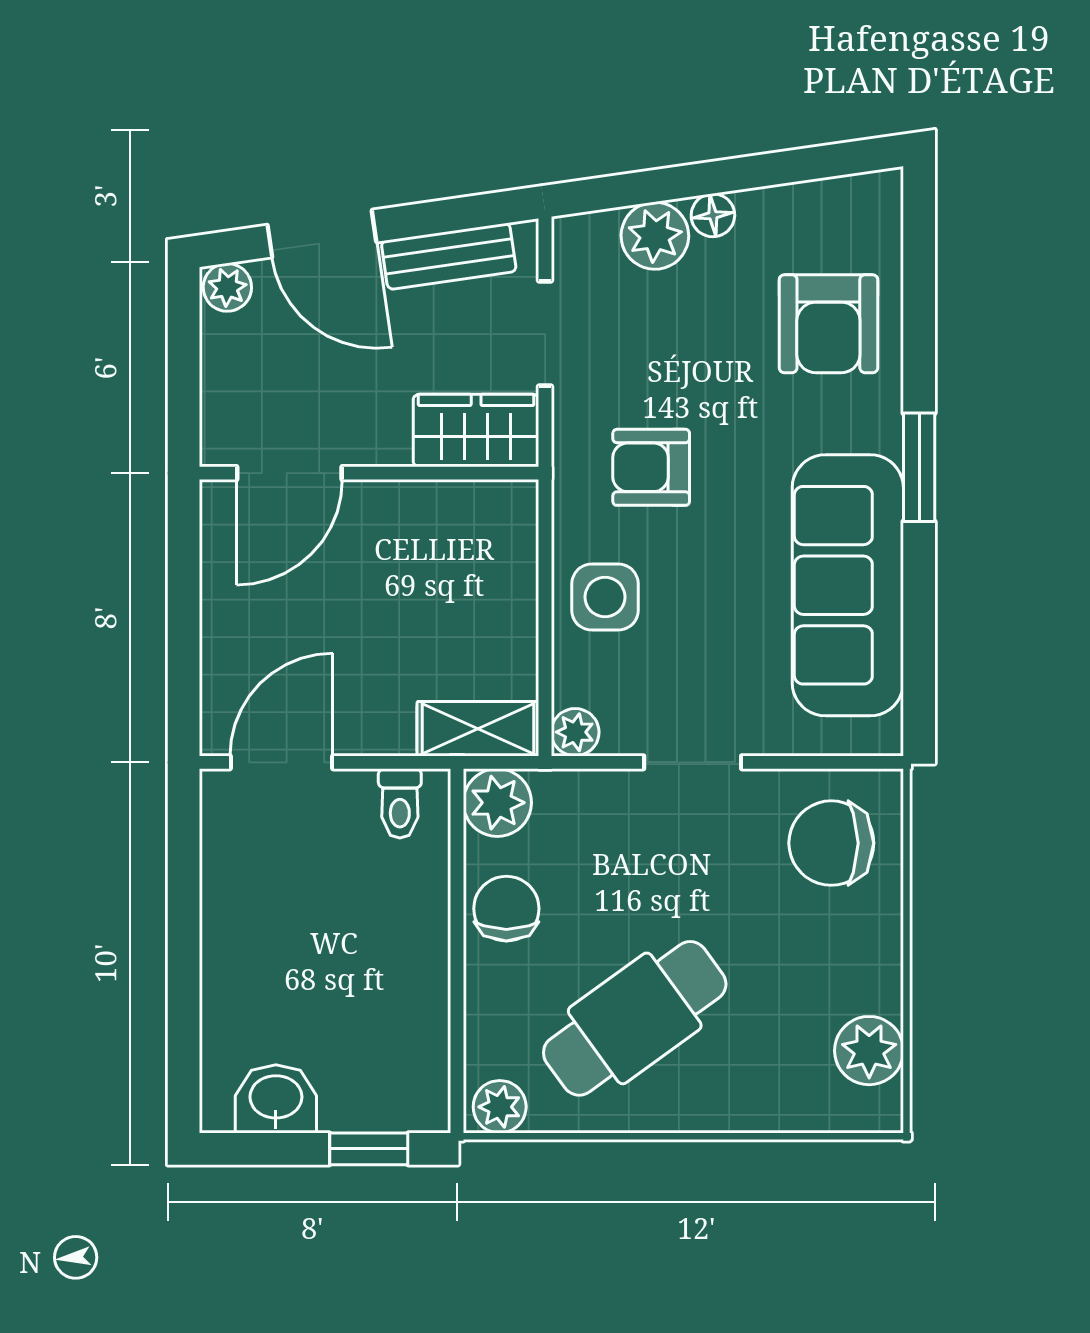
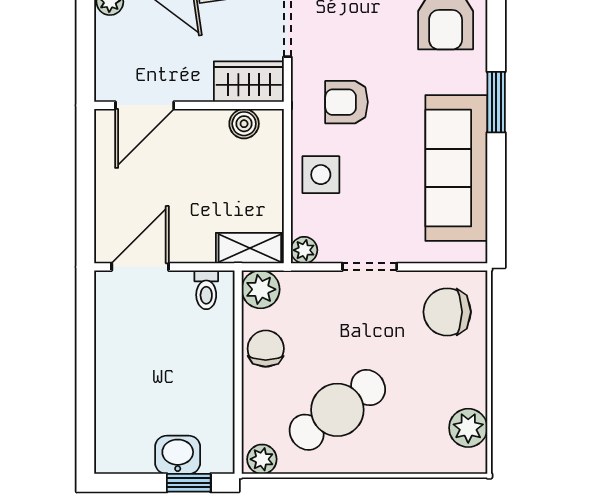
boiler: (468, 506) -> (244, 124), added
washbasin: (276, 1099) -> (178, 455), moved

